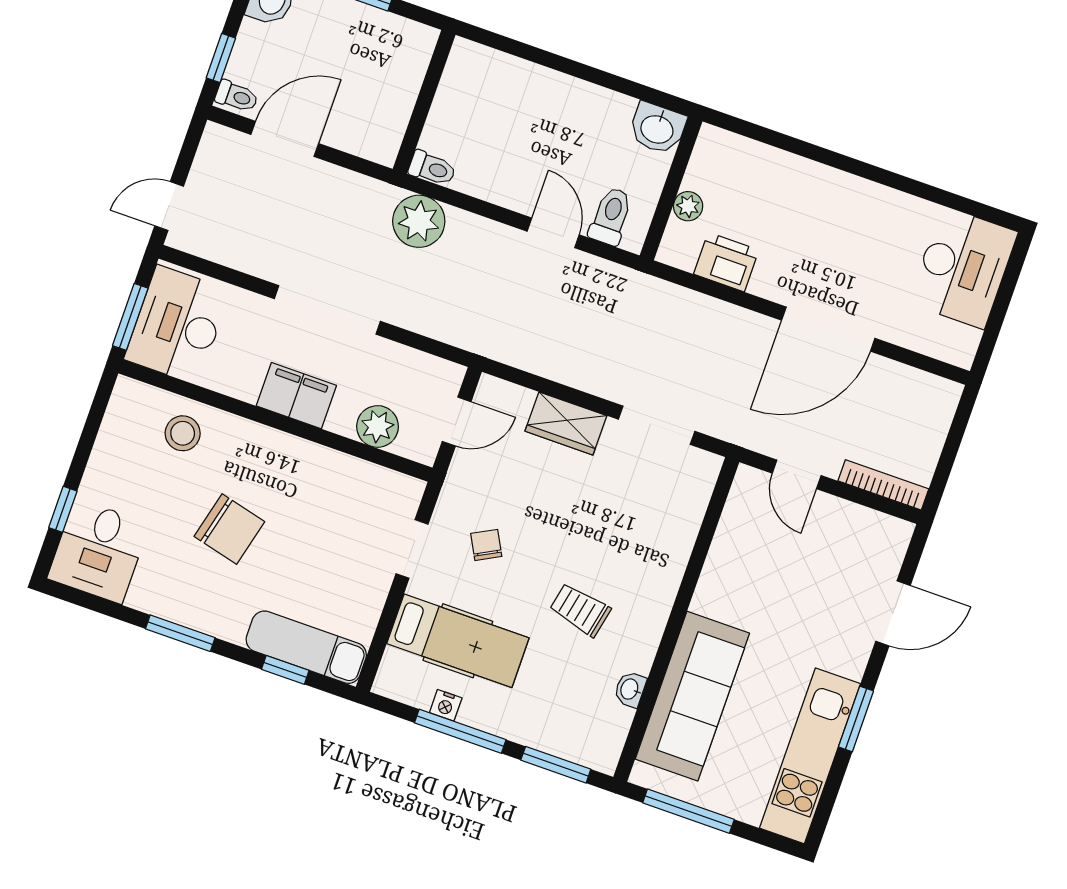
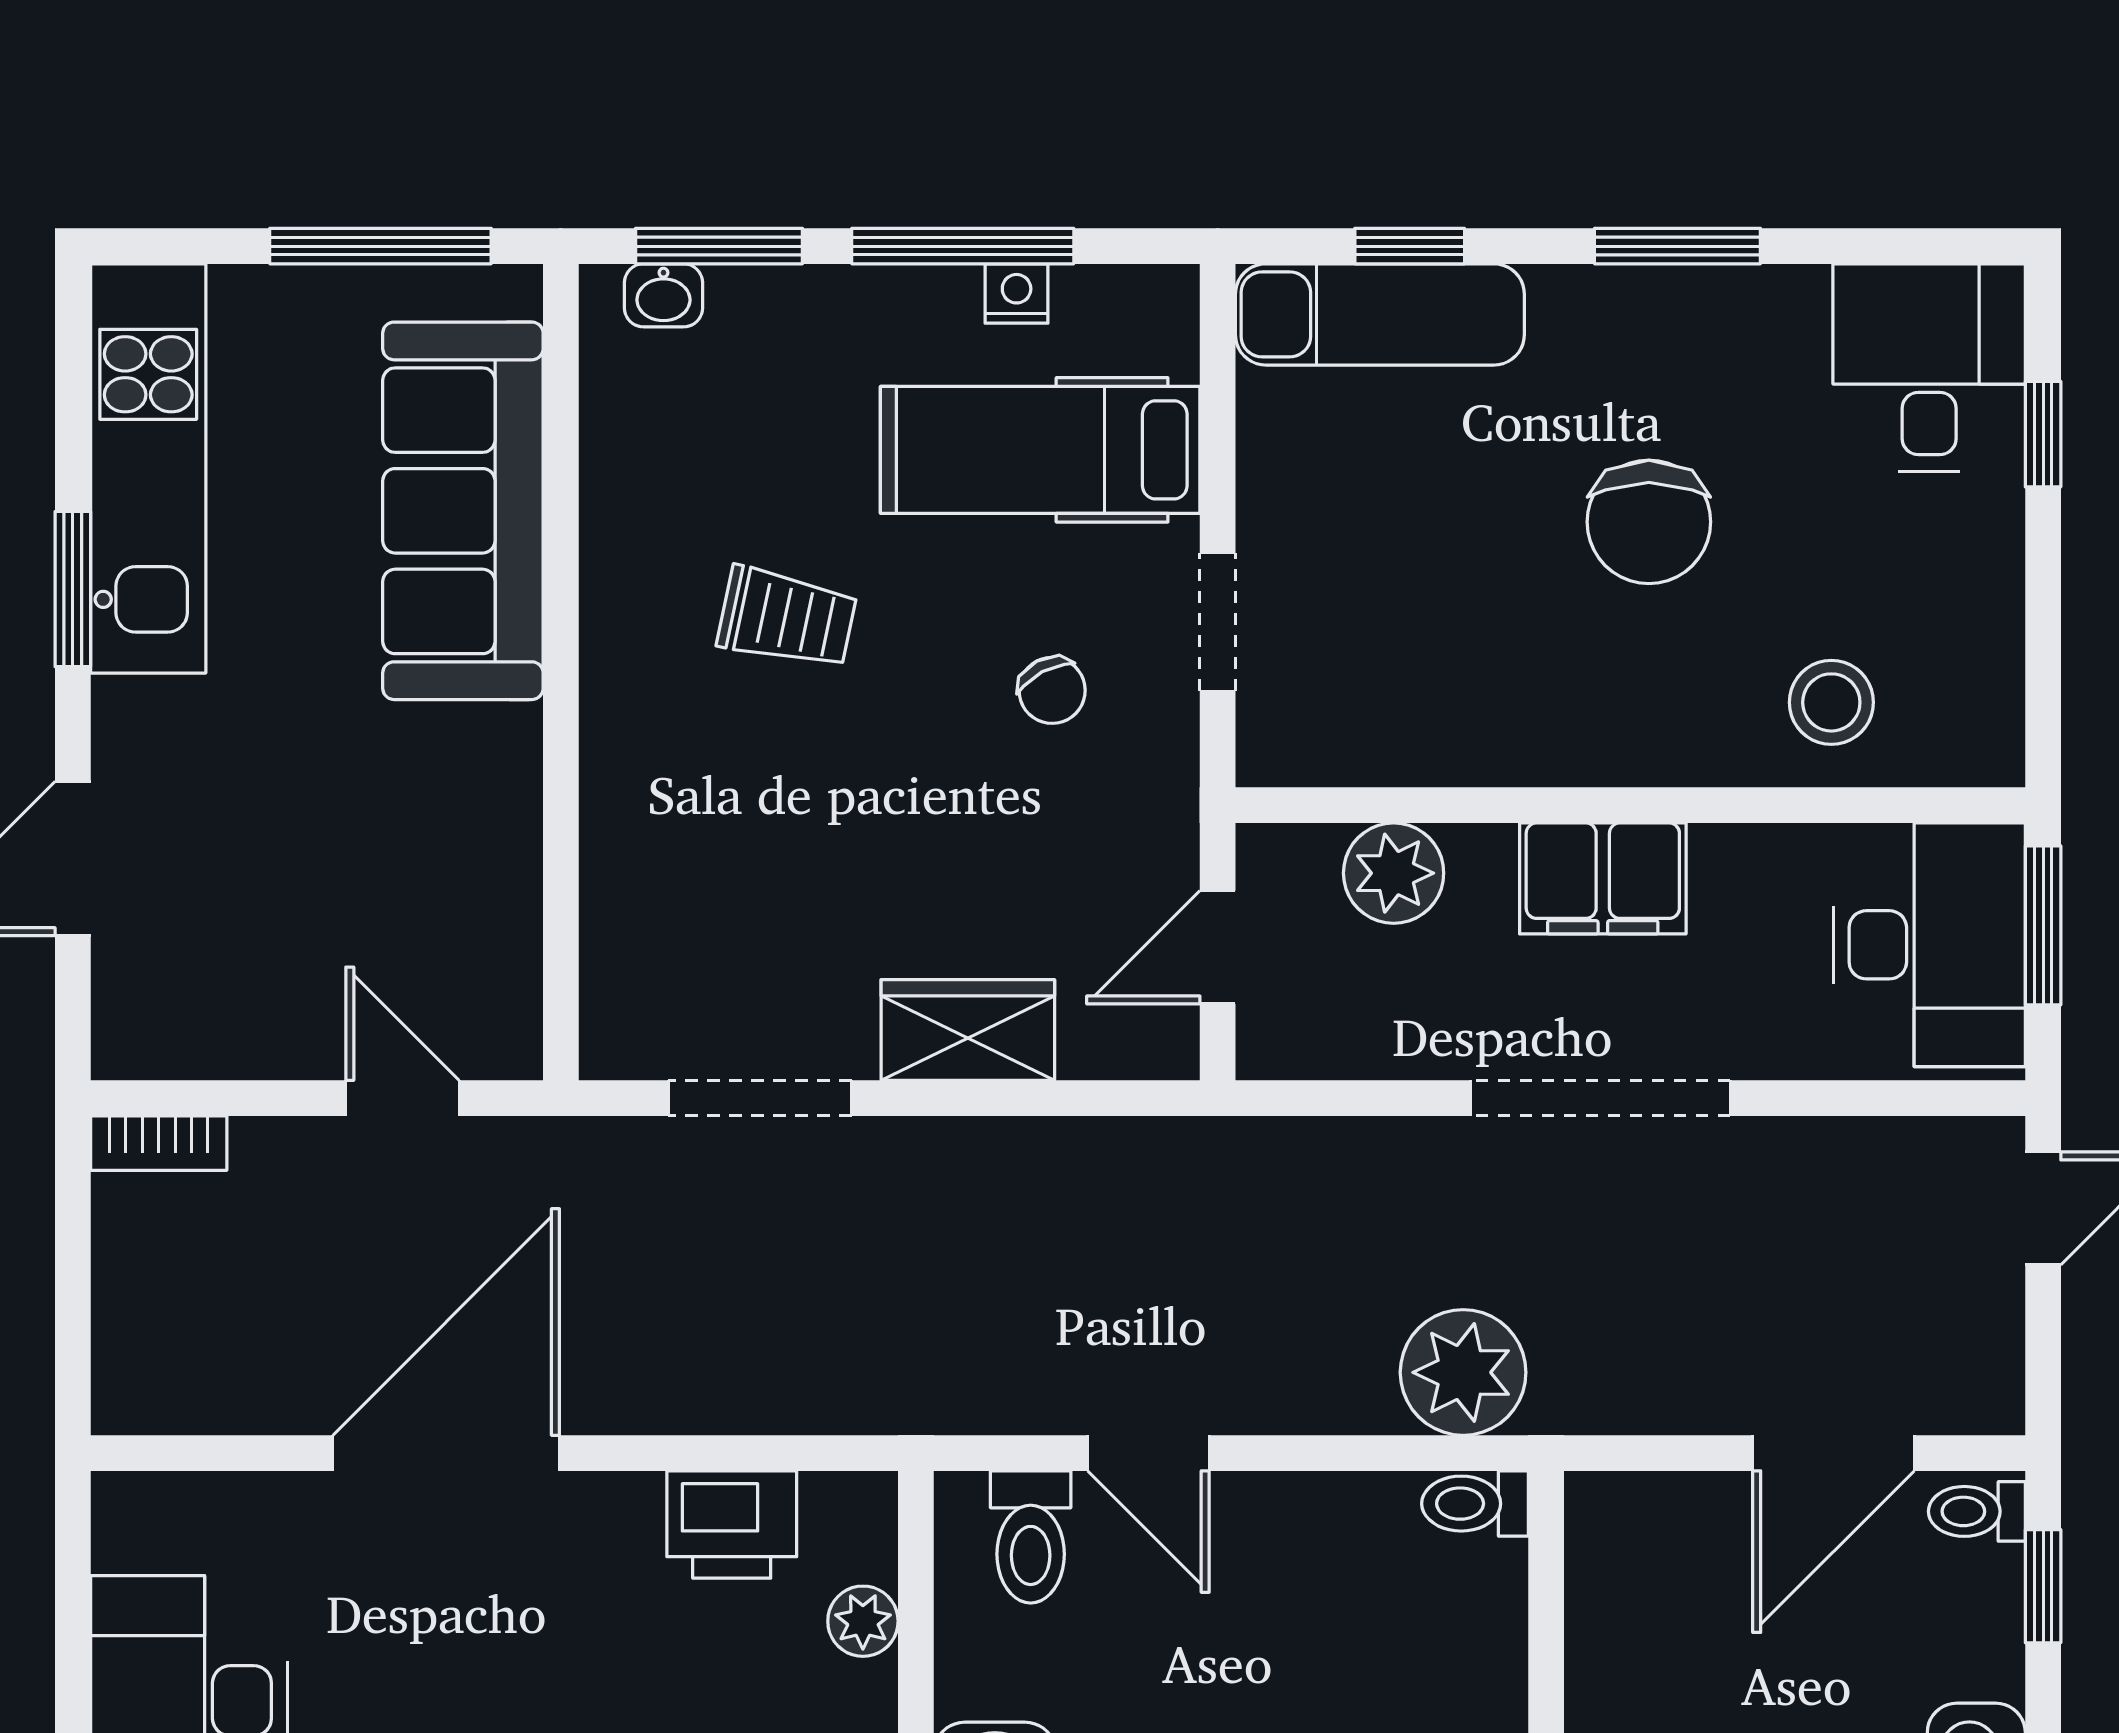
bookcase: (883, 485) -> (159, 1143), width x0.64
chair: (229, 529) -> (1649, 522), turned -104
washbasin: (630, 689) -> (663, 295), moved, turned 90

